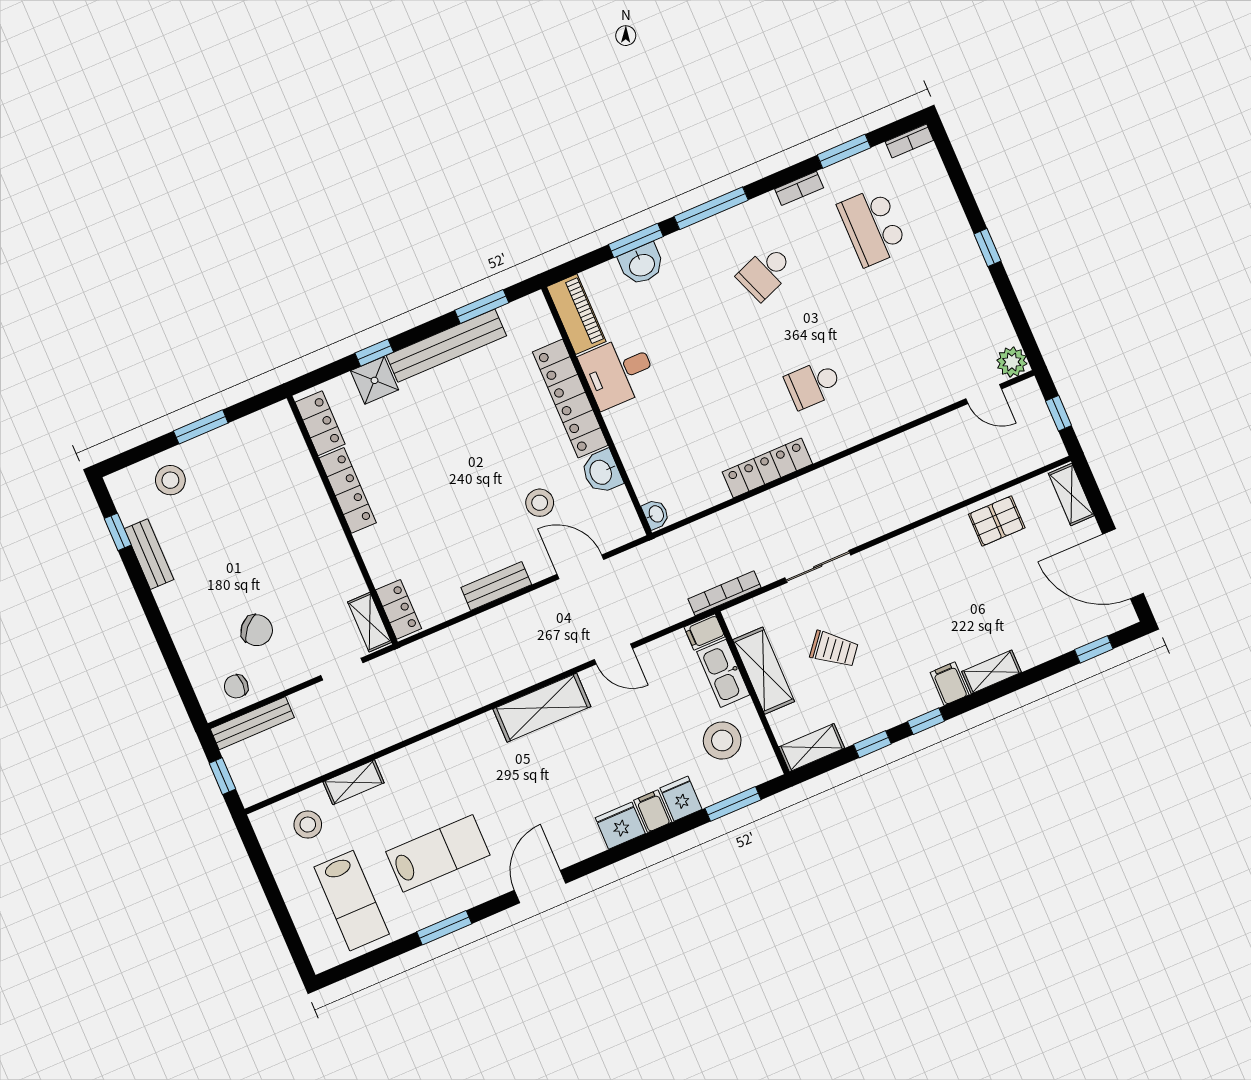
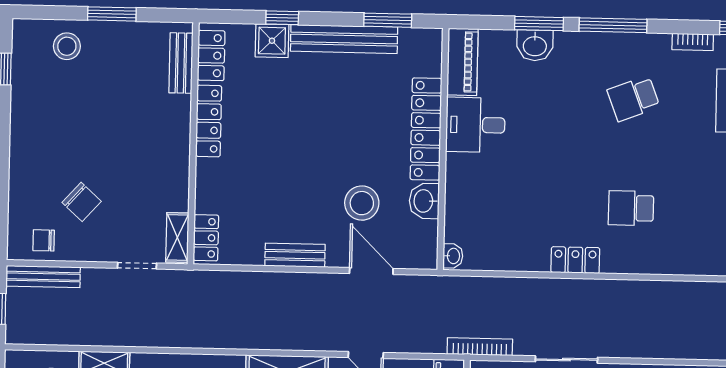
locker: (767, 468) -> (575, 260), width x0.66
stool: (540, 503) -> (362, 203), width x1.38, depth x1.38
bench: (149, 554) -> (181, 63), moved

